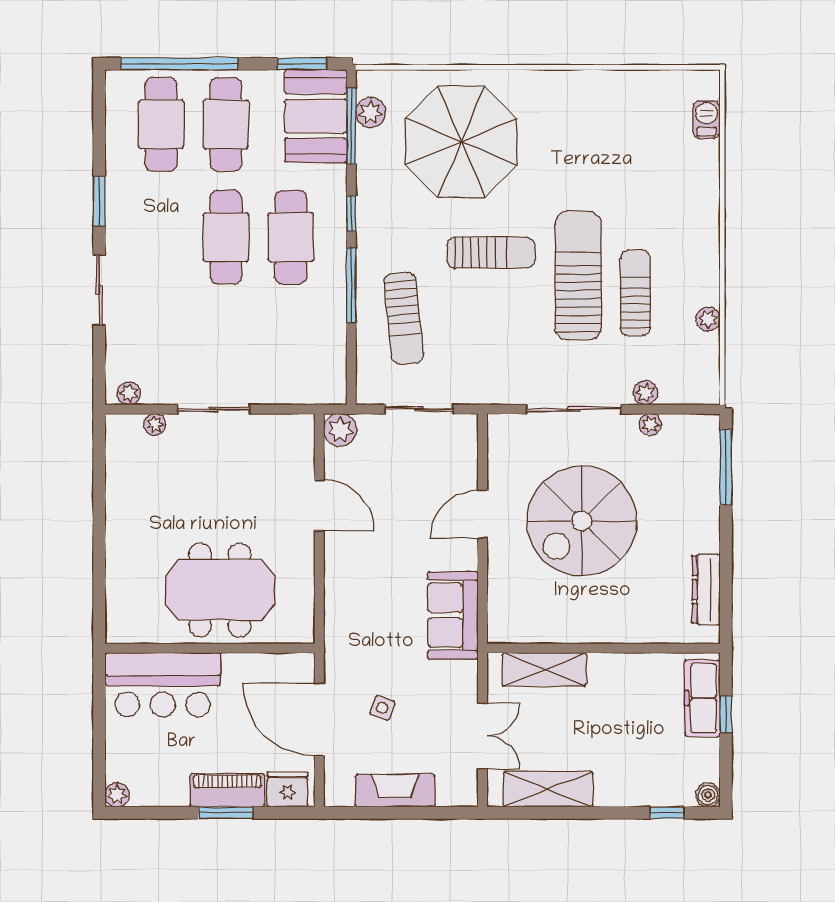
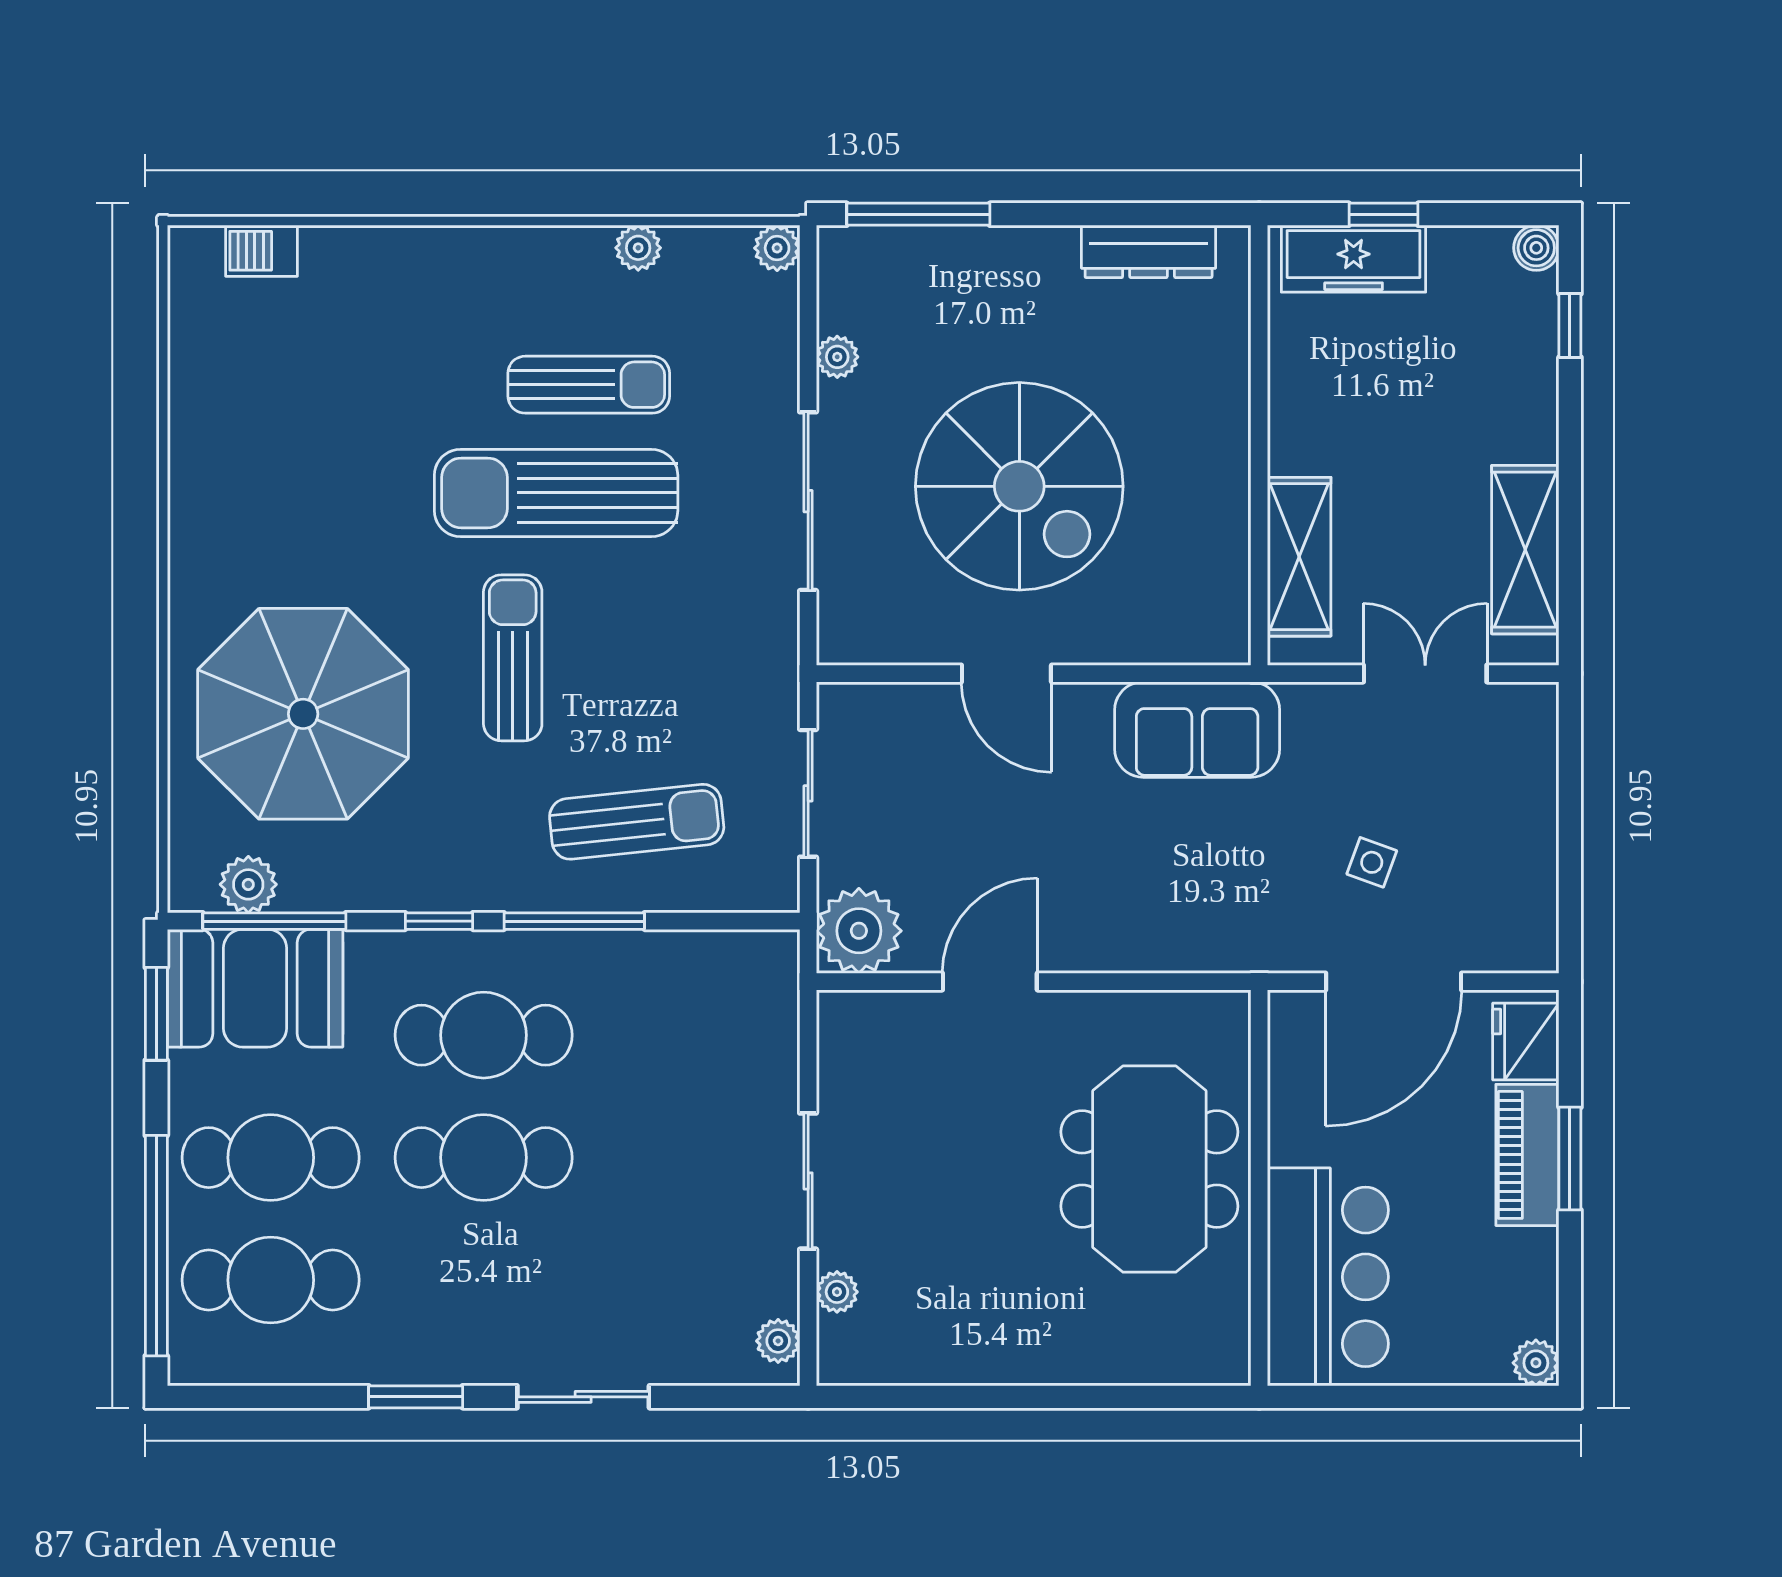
sun lounger: (636, 293) -> (589, 385), turned 180
plant: (645, 393) -> (777, 248), moved
plant: (340, 430) -> (859, 931), width x1.36, depth x1.36
fireplace: (395, 791) -> (1528, 838), removed

